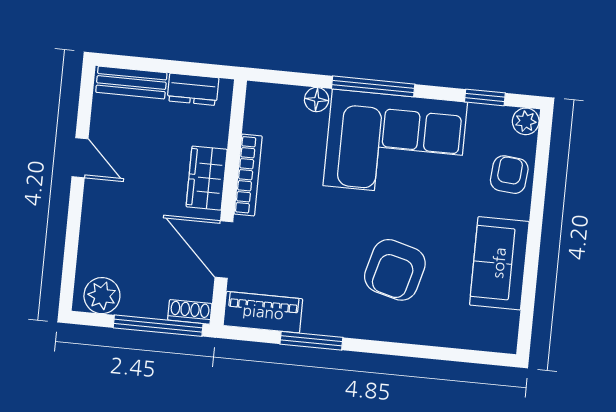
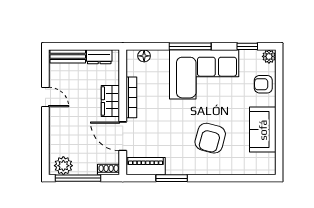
floor lamp: (317, 100) -> (144, 56), moved
armchair: (509, 175) -> (263, 84), turned -95
window: (158, 326) -> (78, 178), moved

